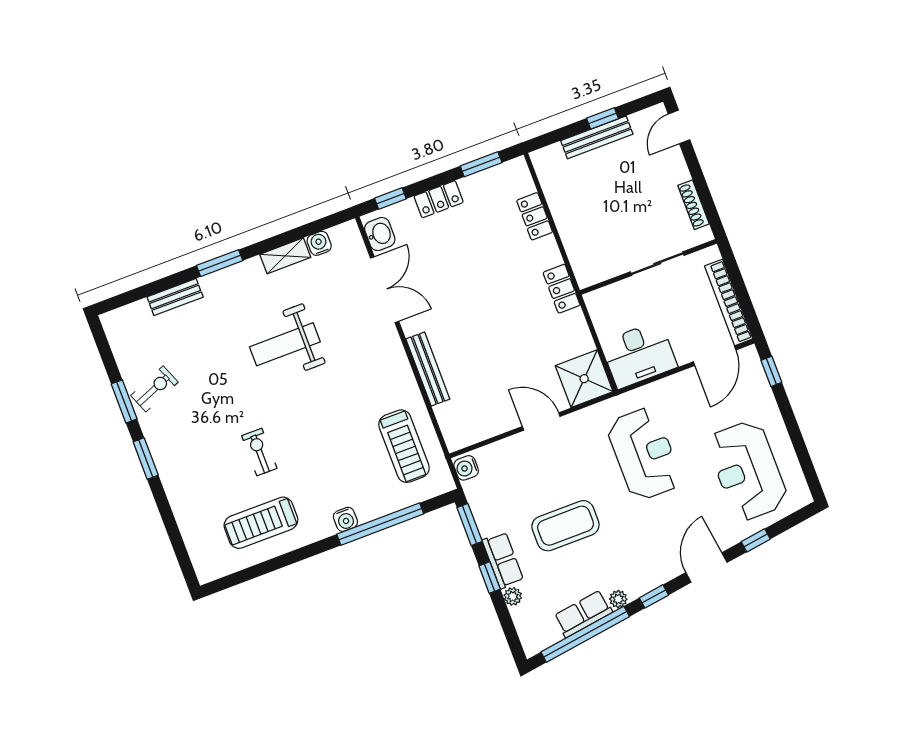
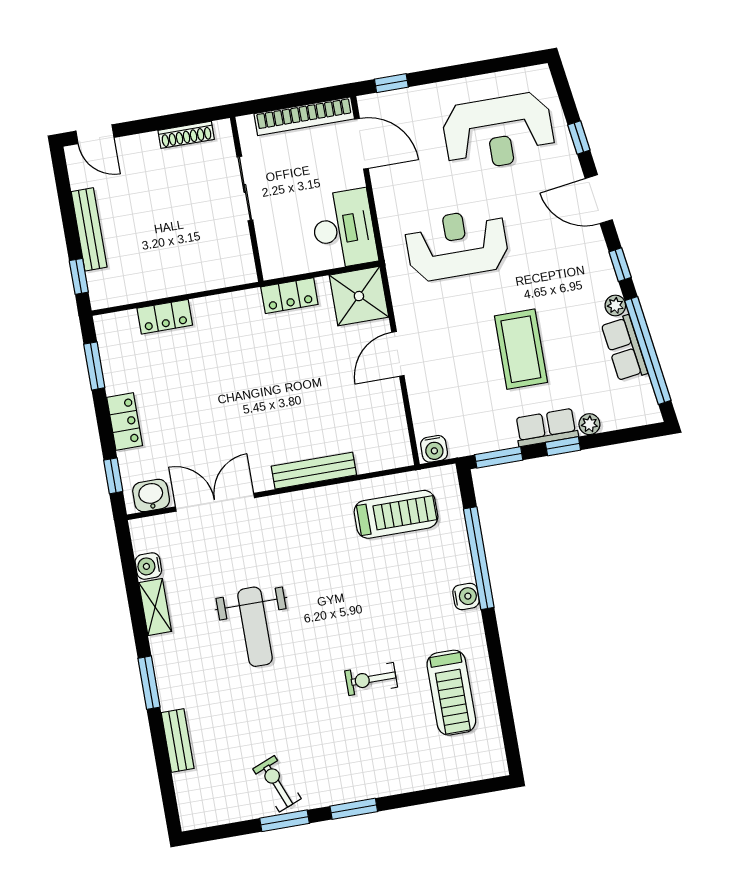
window: (603, 118) -> (79, 276), moved
locker: (562, 289) -> (289, 296), moved

